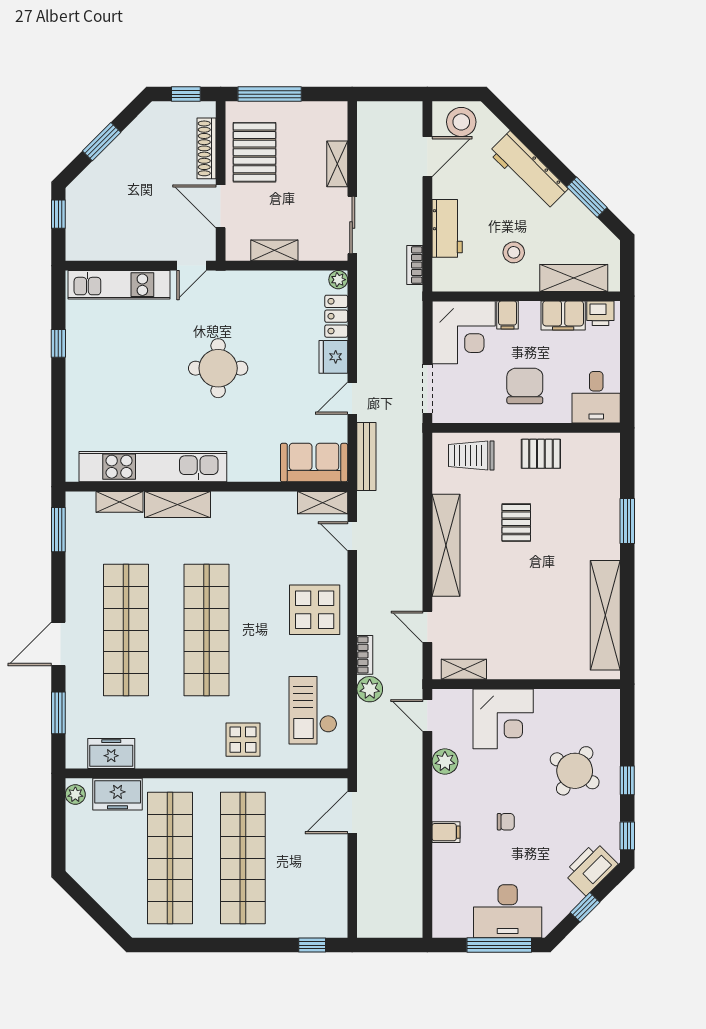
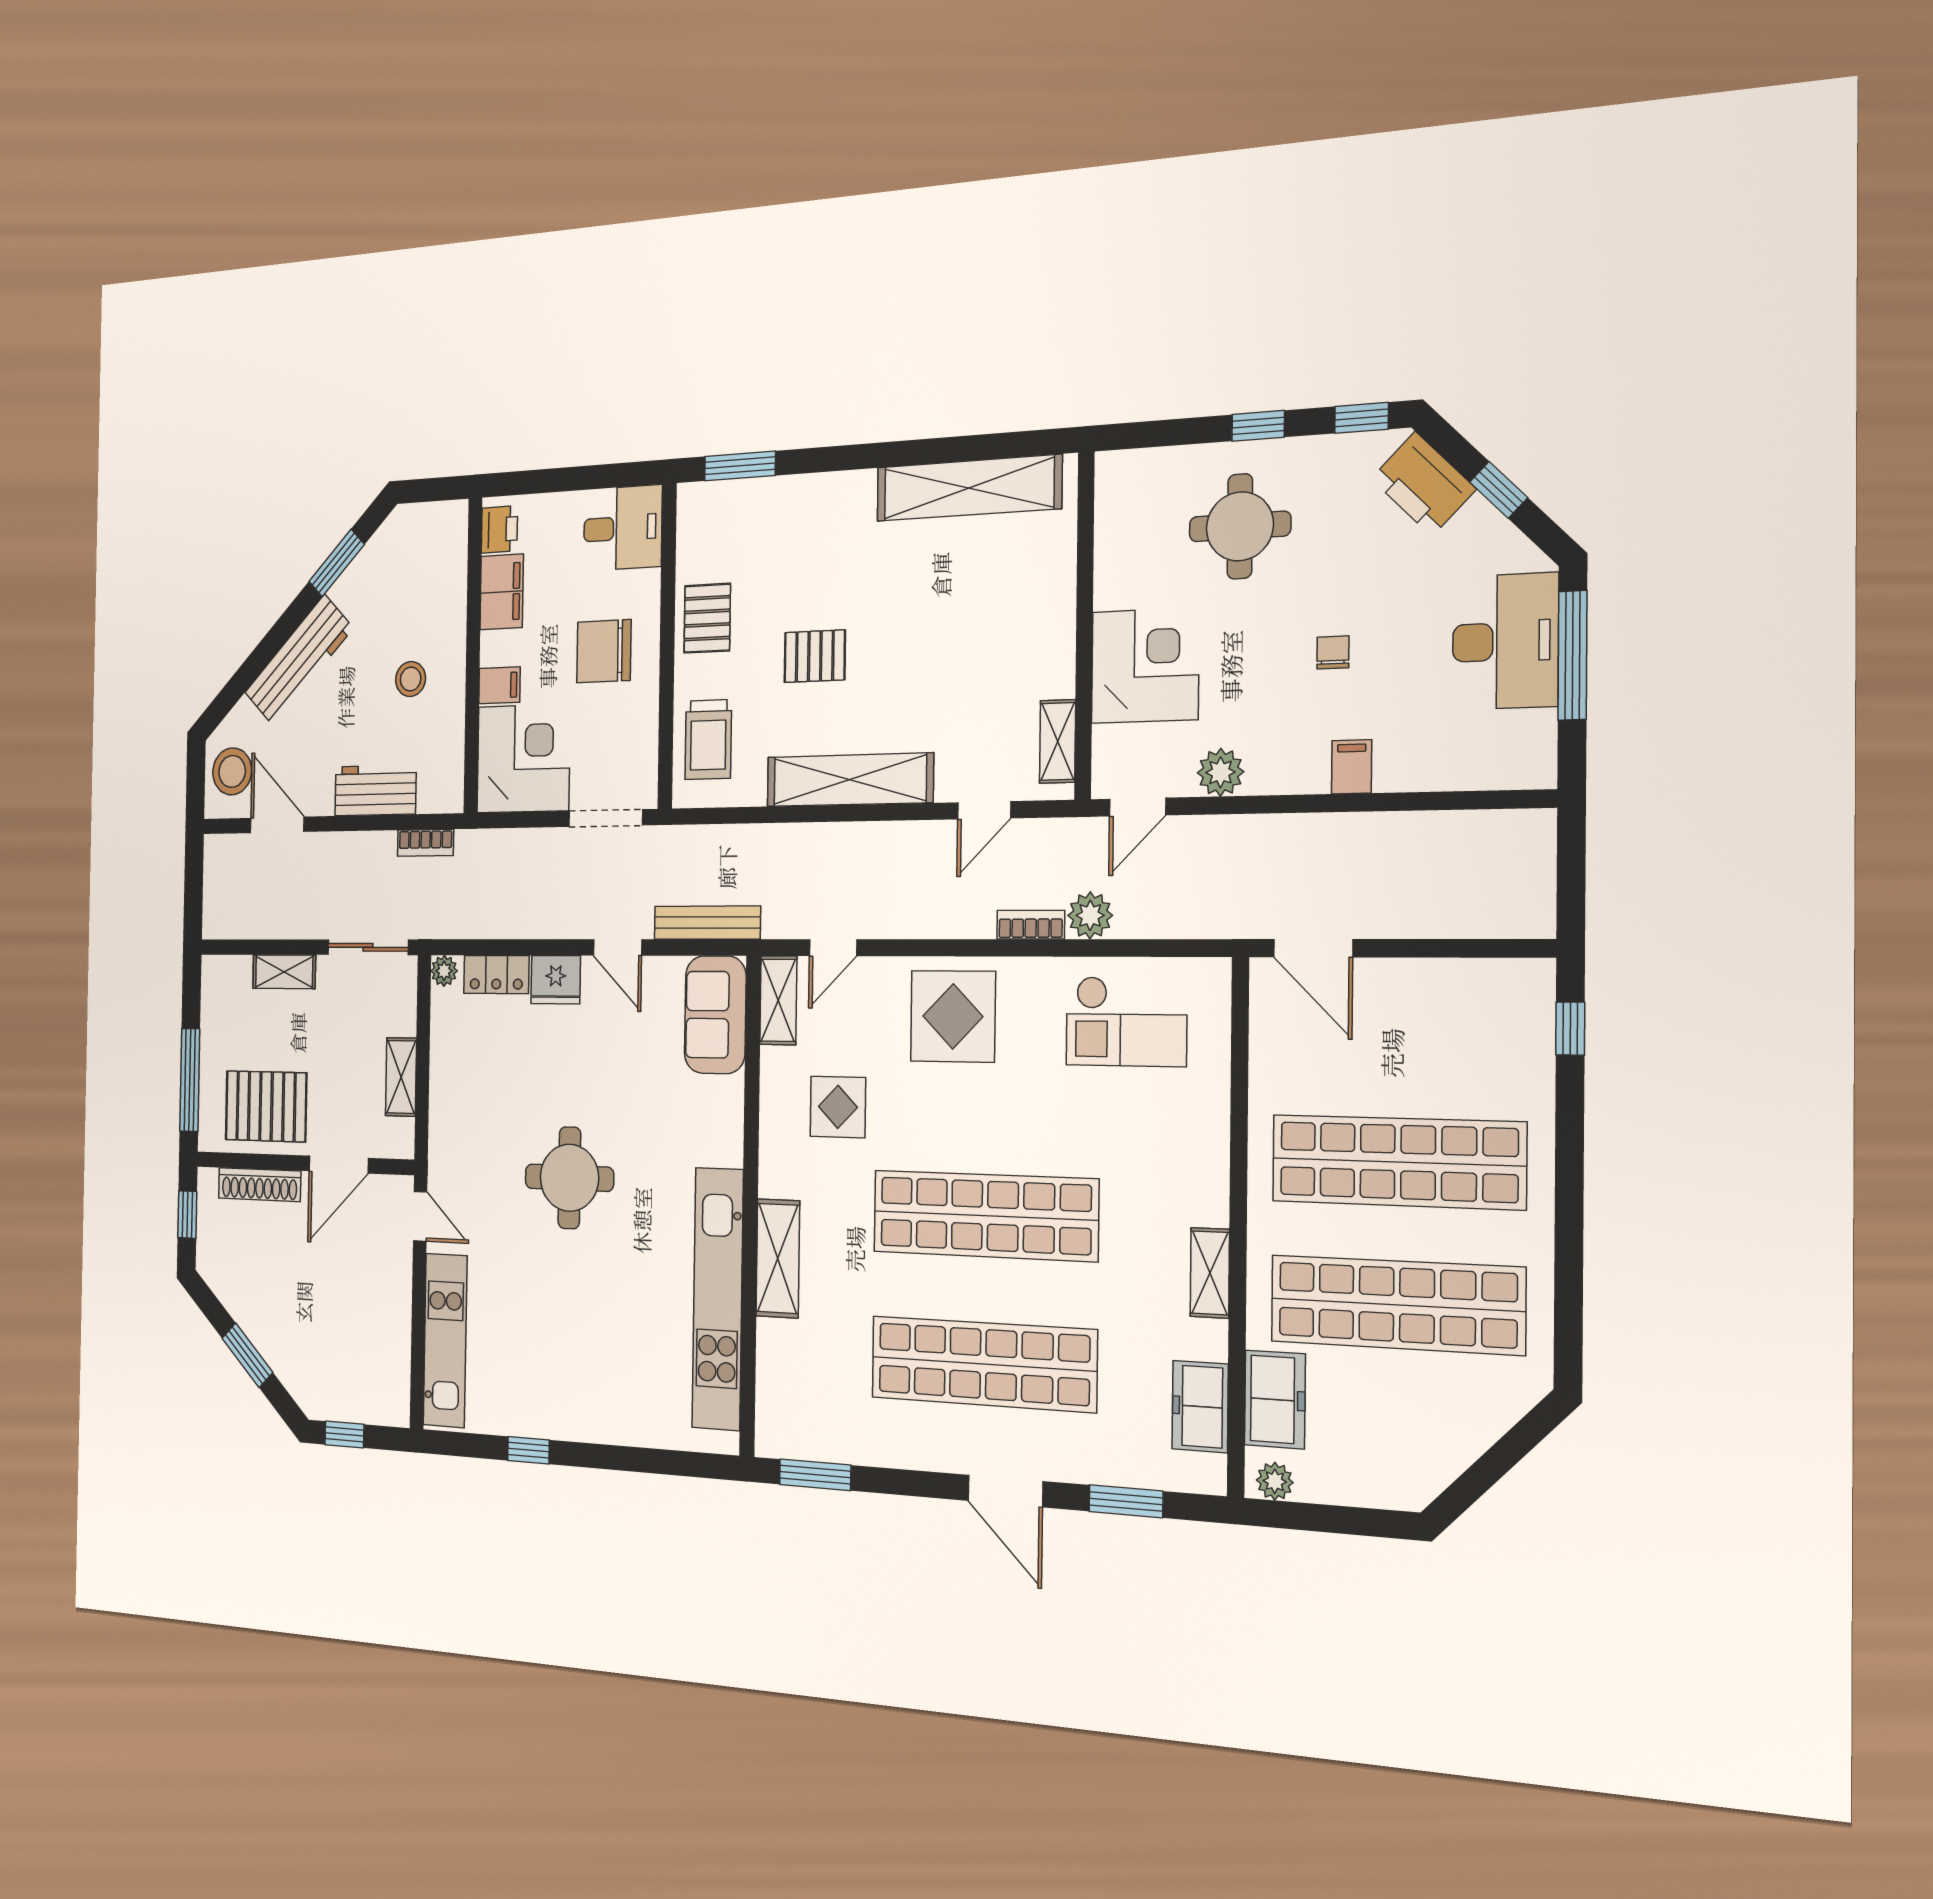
shelving: (574, 278) -> (448, 577), removed
shelving: (119, 502) -> (1210, 1273), moved
window: (627, 521) -> (740, 466), moved
display table: (243, 740) -> (838, 1107), moved
round table: (575, 771) -> (1240, 526), turned -33

